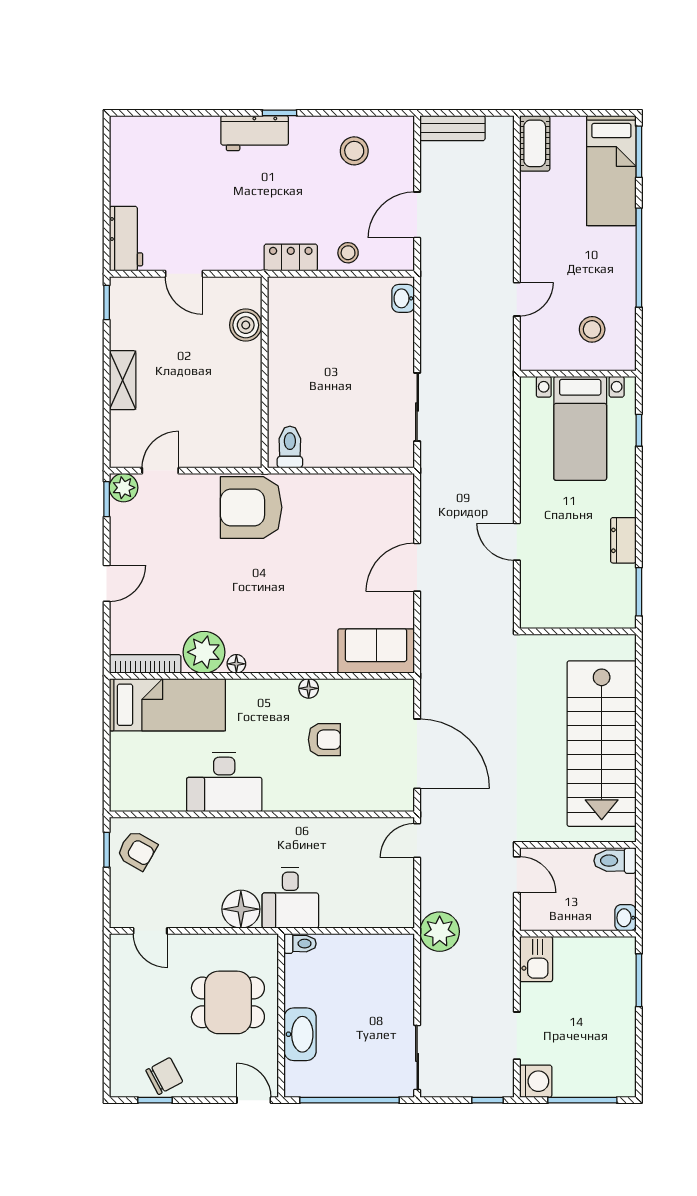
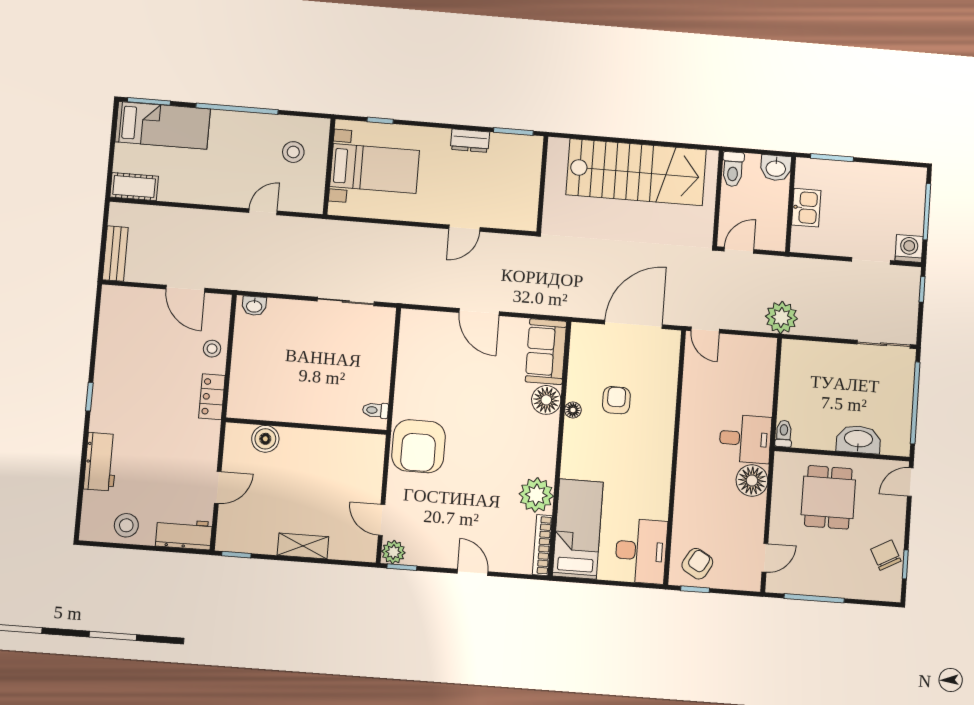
workbench: (255, 133) -> (101, 462), moved
stool: (354, 151) -> (126, 525), moved
door: (517, 299) -> (263, 212), hinge flipped
toilet: (290, 447) -> (375, 410), width x0.73, depth x0.72
floor lamp: (236, 664) -> (546, 400), moved, width x1.89, depth x1.89
desk: (224, 782) -> (641, 551), moved
washbasin: (625, 918) -> (776, 168), width x1.38, depth x1.45
kitchen sink: (536, 959) -> (806, 208), moved, turned 90
window: (107, 993) -> (814, 598), added

